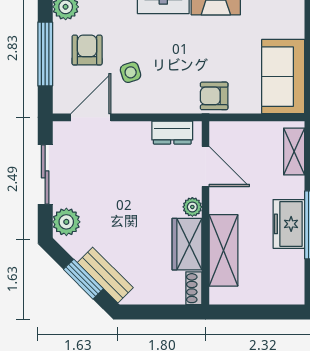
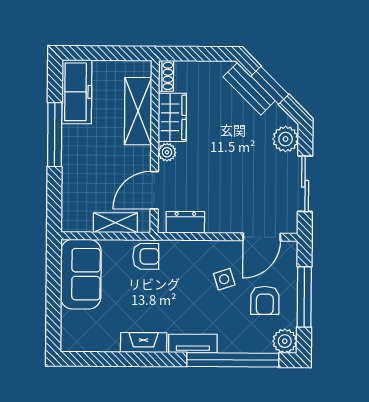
shelving: (294, 151) -> (115, 223), moved, turned 90
door: (206, 166) -> (154, 190), hinge flipped
freezer: (289, 224) -> (77, 92), moved, width x1.40

